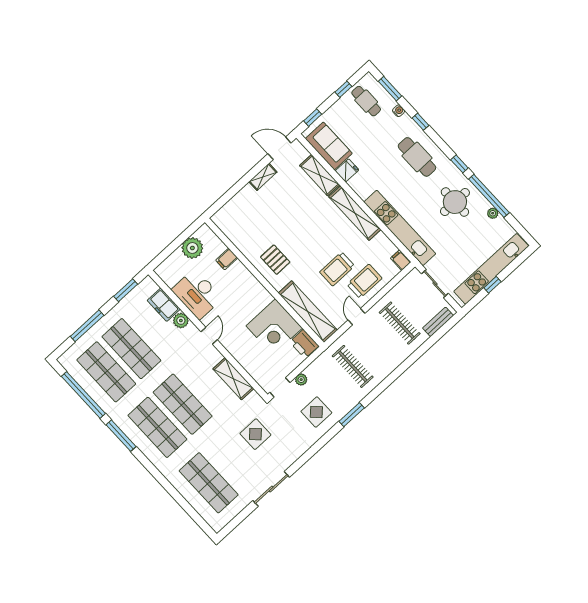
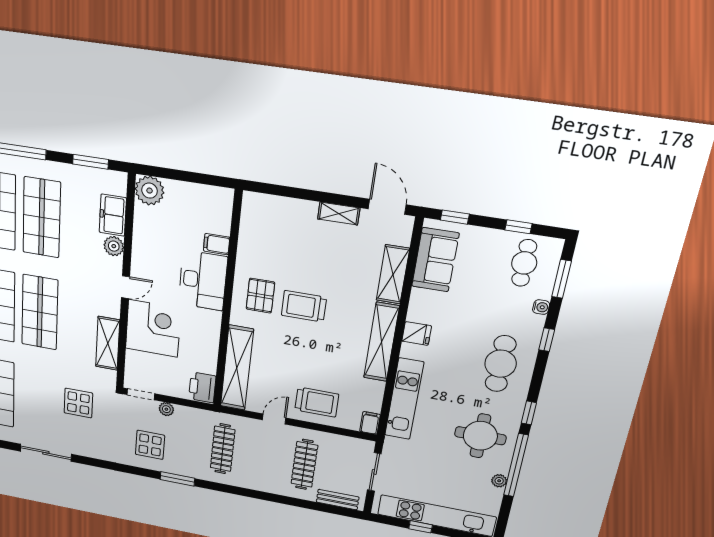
fridge: (347, 170) -> (417, 334), moved
kitchen unit: (400, 228) -> (404, 399), width x0.73
plant: (192, 248) -> (150, 191), moved
trolley: (337, 269) -> (304, 306), moved
desk: (197, 294) -> (203, 280), moved, turned 180
corner desk: (274, 327) -> (153, 328), moved, turned 180

